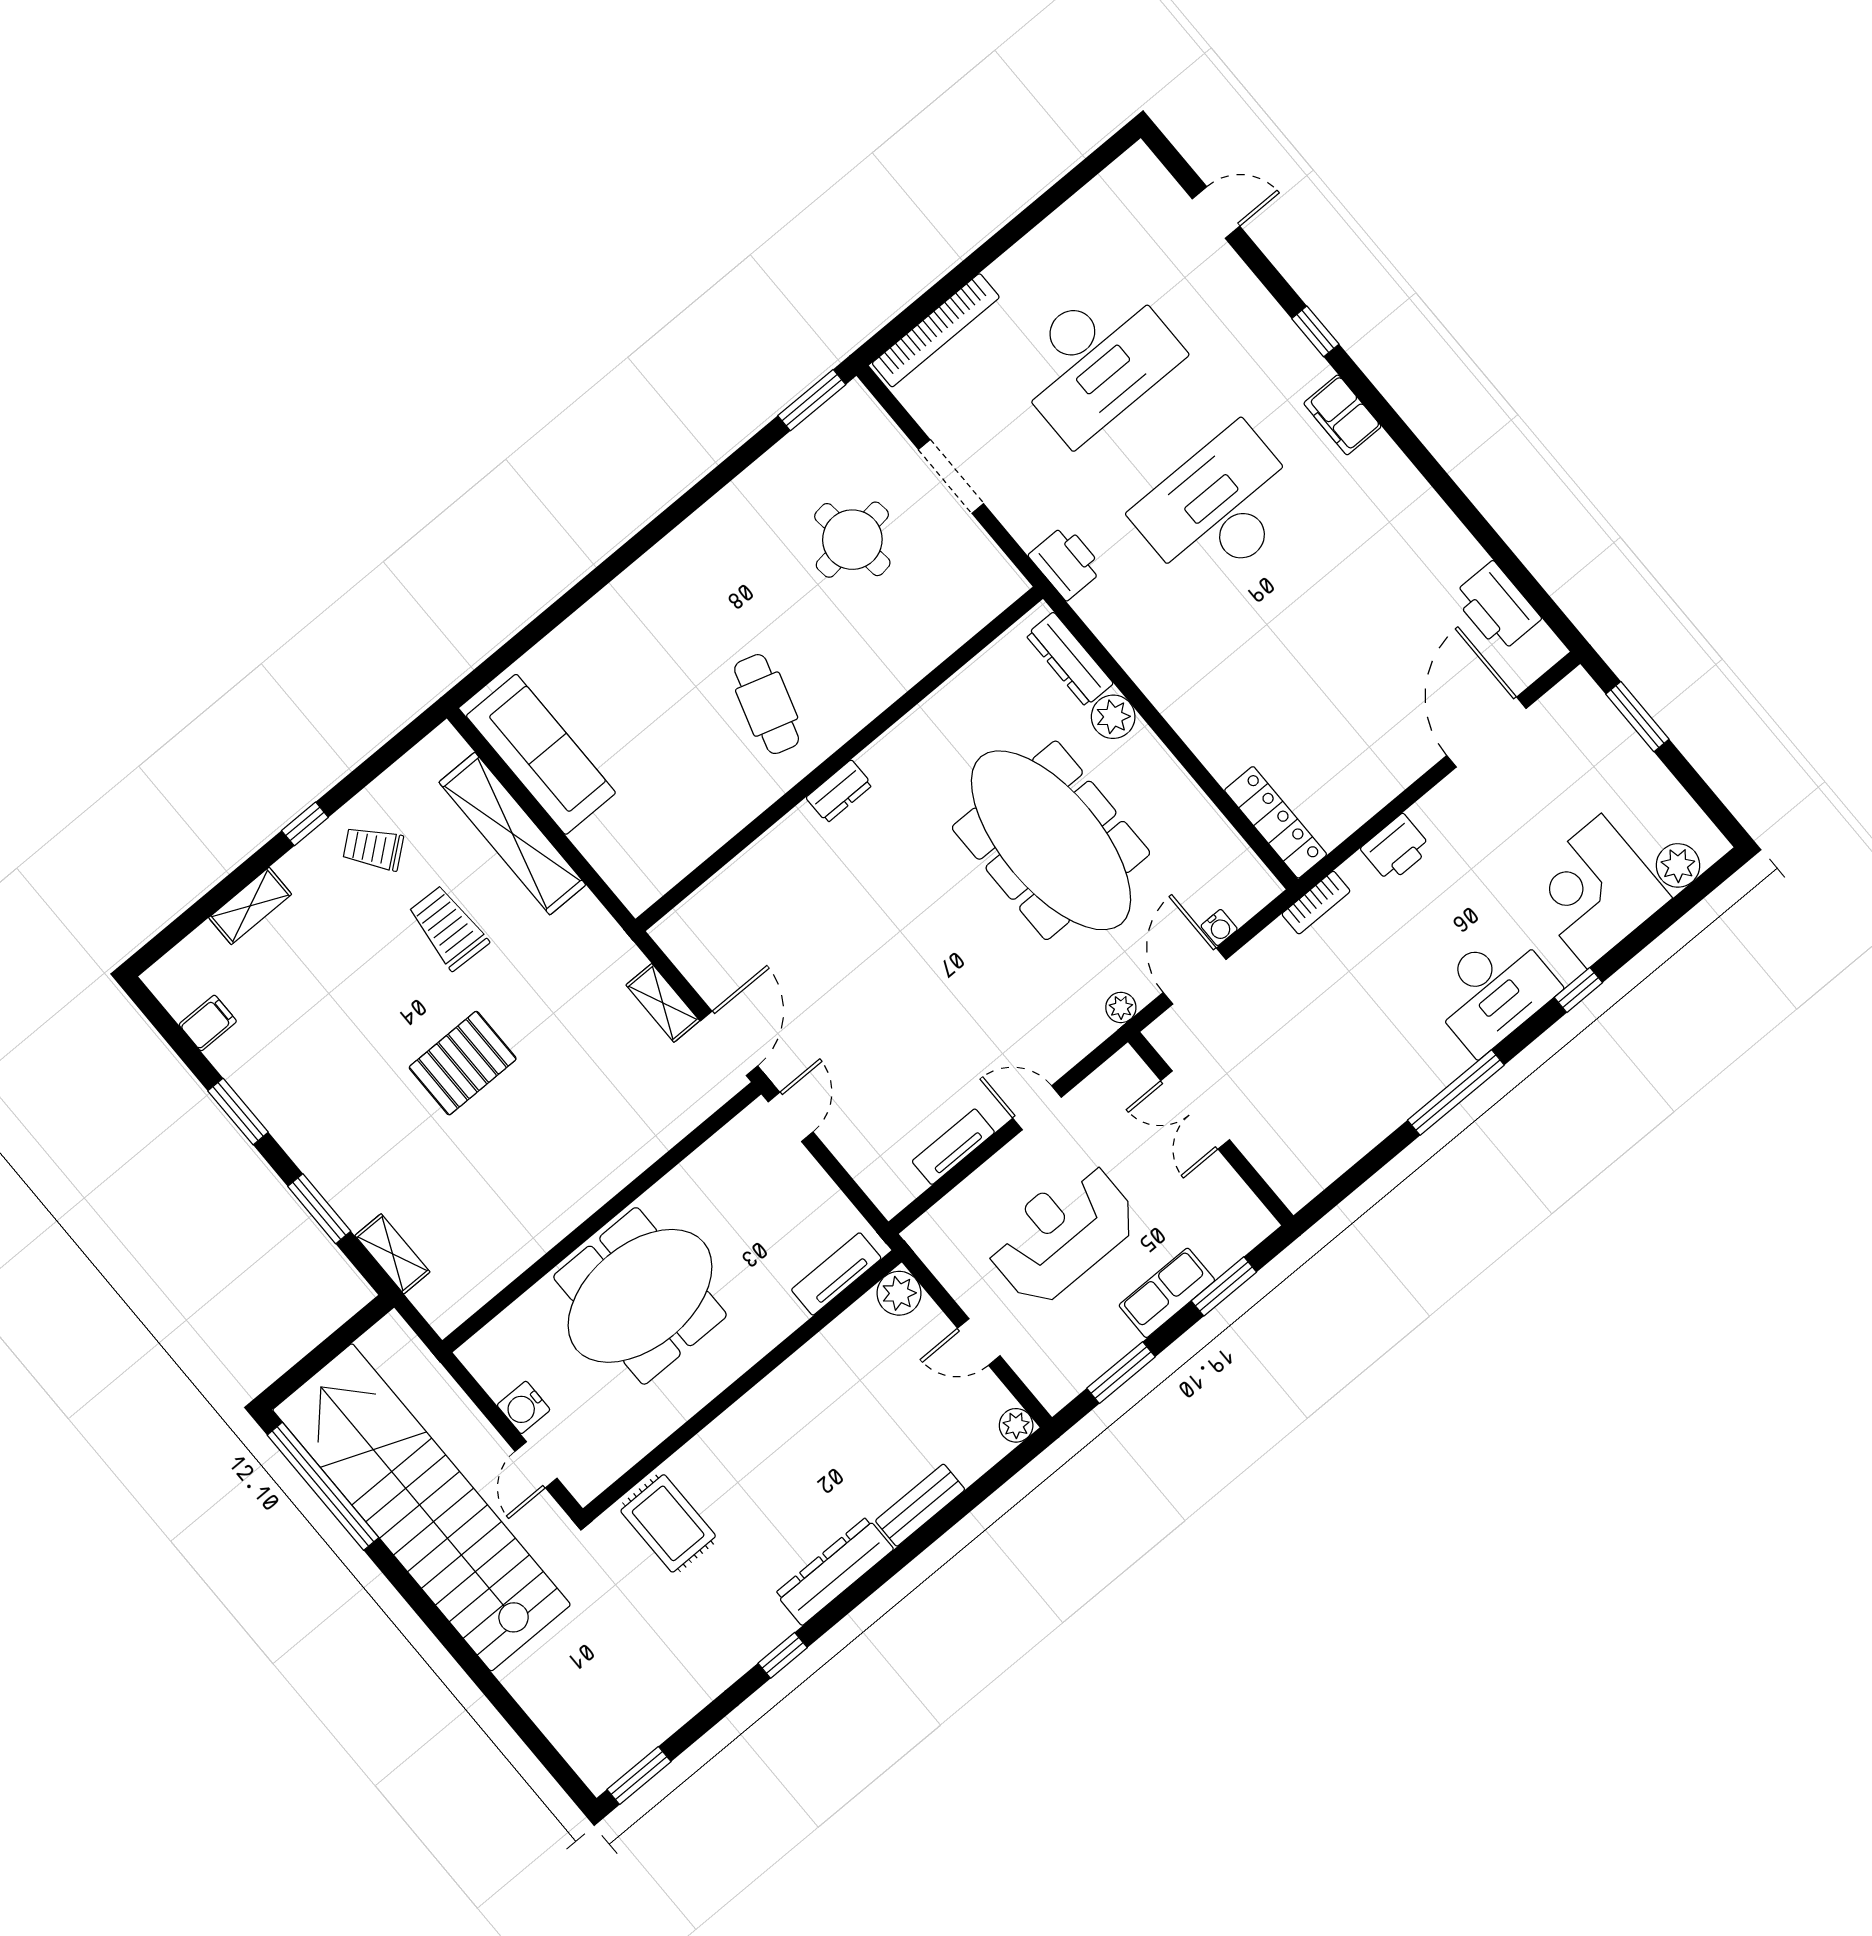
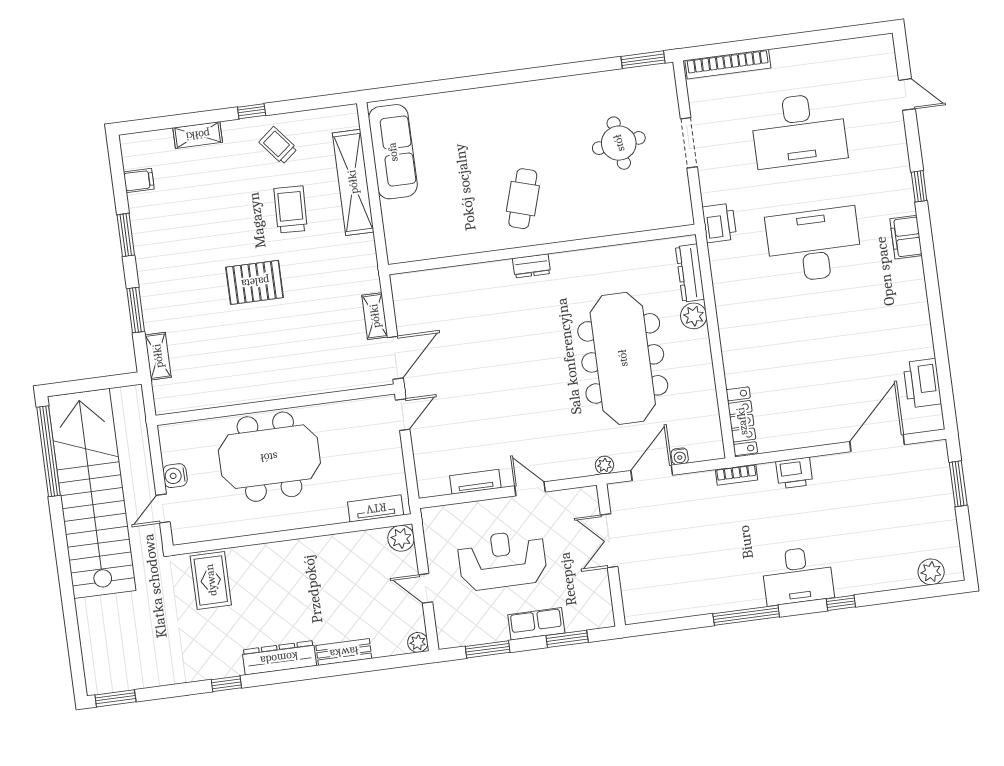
corner desk: (1594, 891) -> (881, 558), removed

